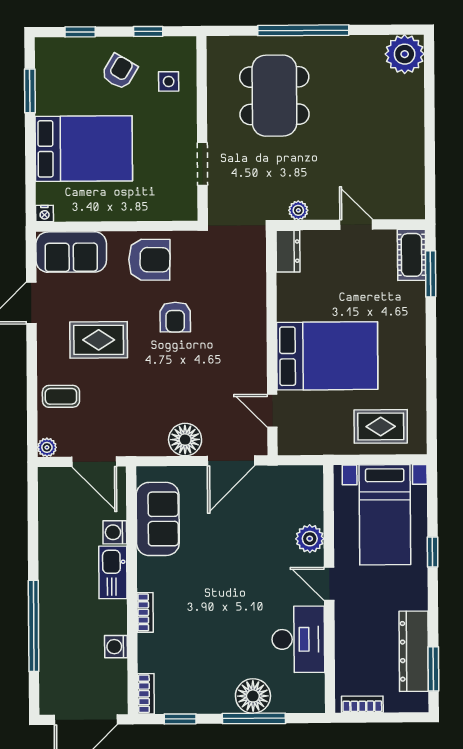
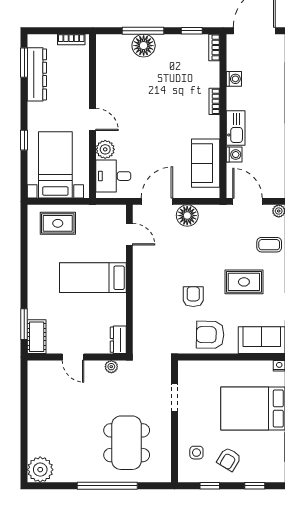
bed: (327, 356) -> (93, 278), width x0.67
desk: (298, 639) -> (113, 176), moved, width x0.73

